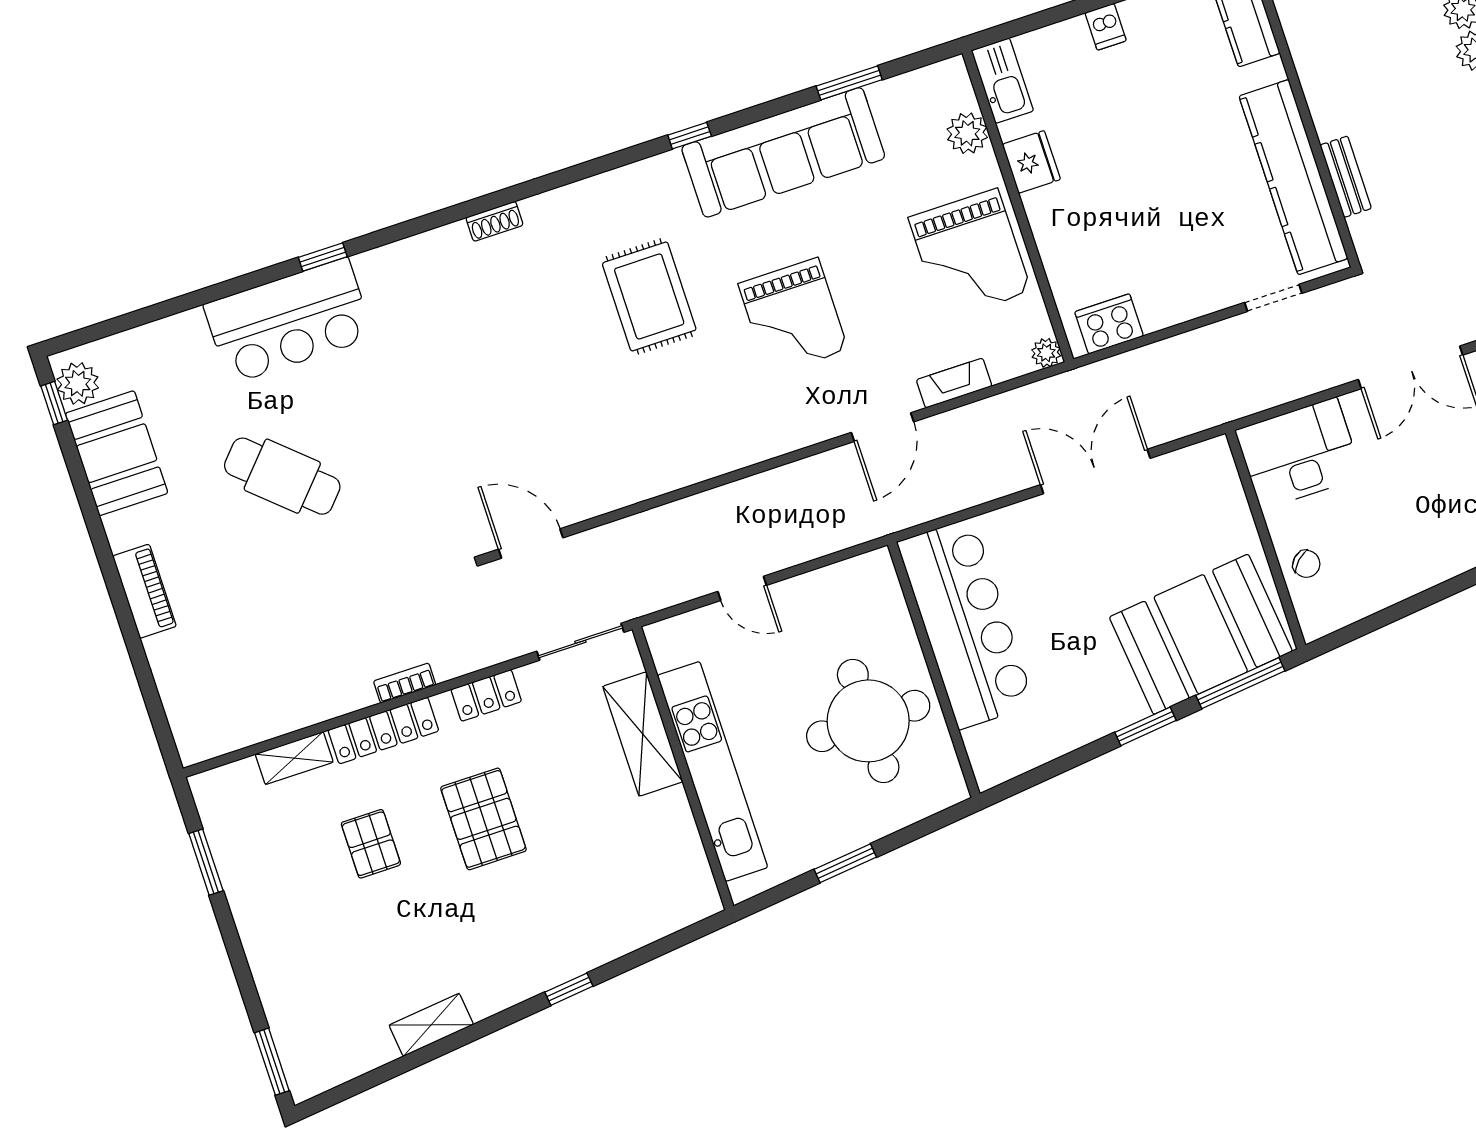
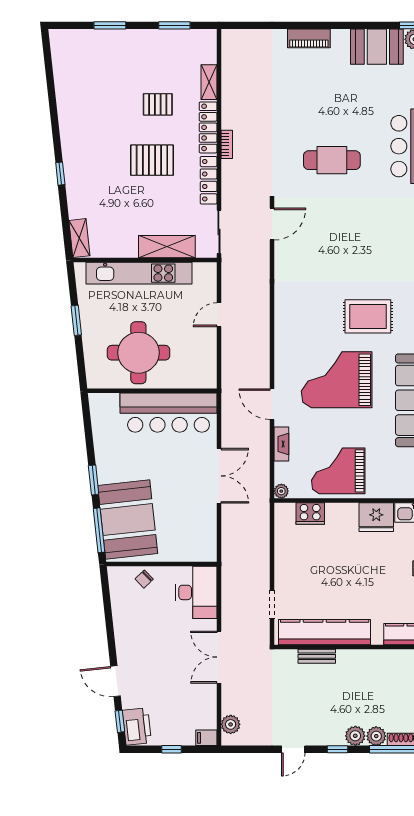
plant: (967, 133) -> (395, 488), removed
fridge: (1031, 162) -> (376, 517), width x1.36, depth x1.34
grand piano: (793, 317) -> (337, 380), width x1.37, depth x1.48
cooker: (1109, 324) -> (310, 513), moved, turned 90
double door: (1095, 471) -> (219, 476), moved
cafe table: (282, 476) -> (332, 160), moved, turned 48
locker: (486, 695) -> (209, 180), width x1.53
shelving: (431, 1025) -> (79, 238), moved
window: (272, 1062) -> (110, 25), moved

